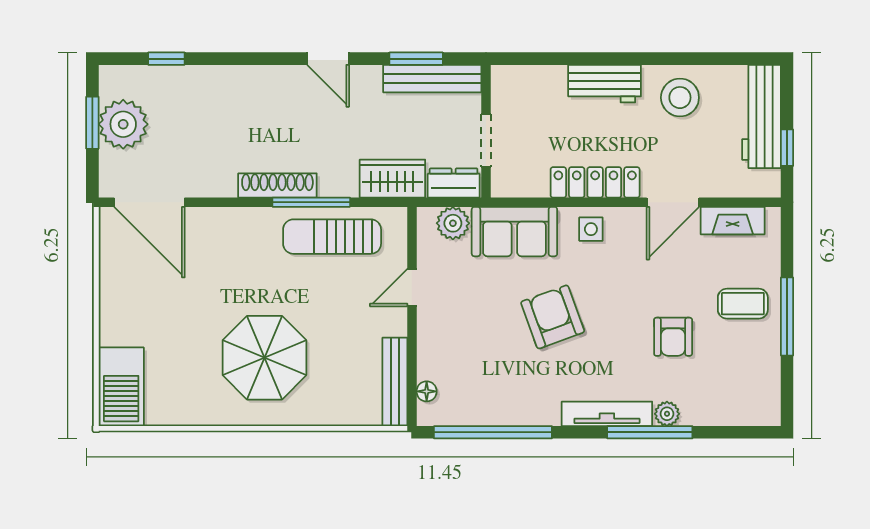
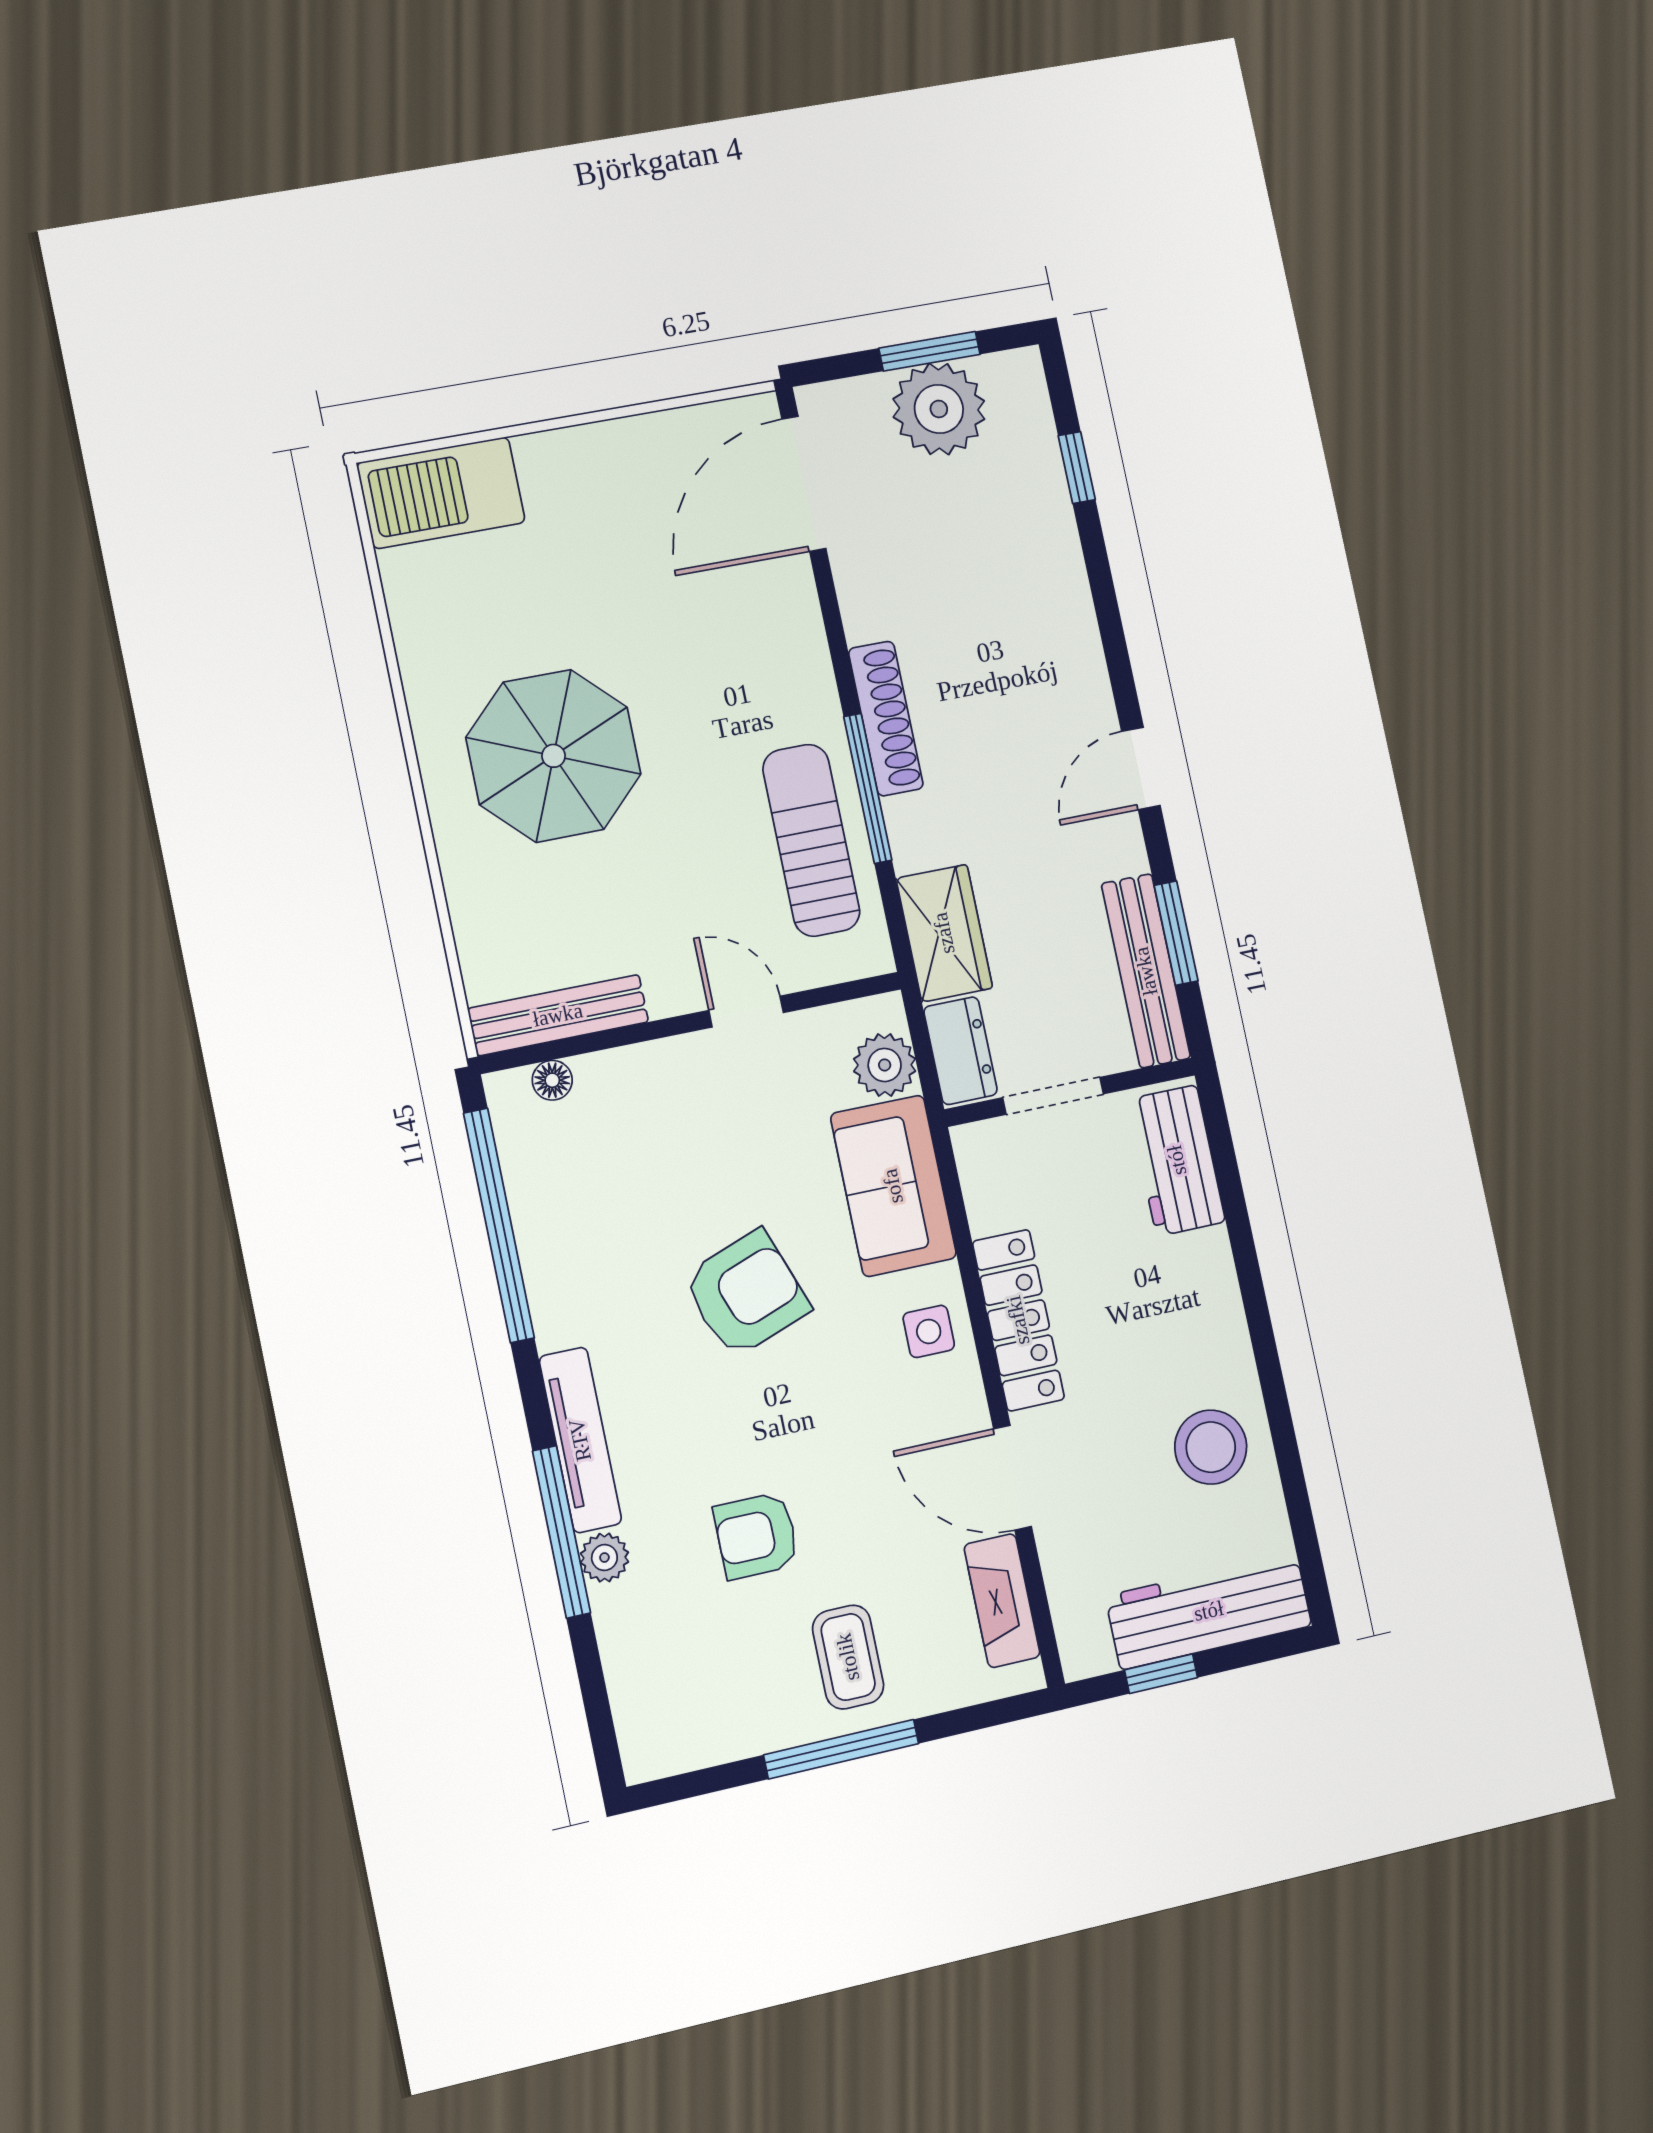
workbench: (605, 84) -> (1177, 1160), moved

